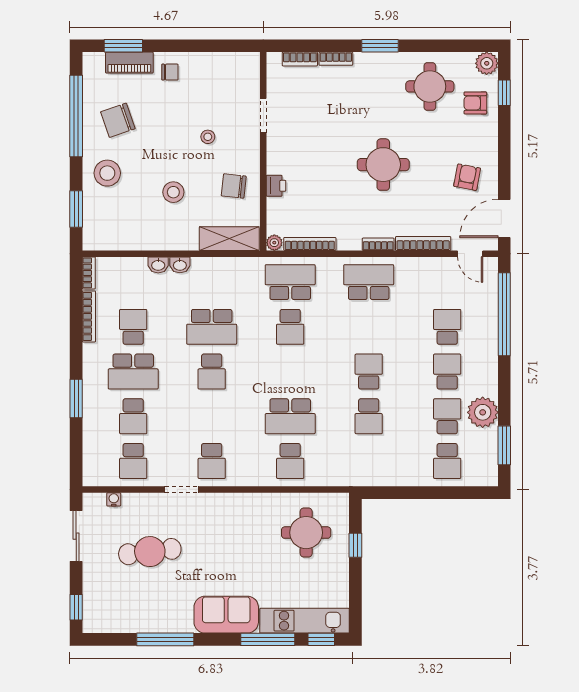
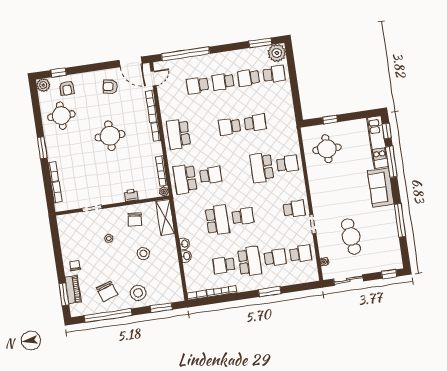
plant: (483, 412) -> (277, 53), moved
school desk: (290, 416) -> (262, 168), turned 180

